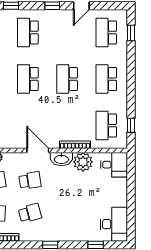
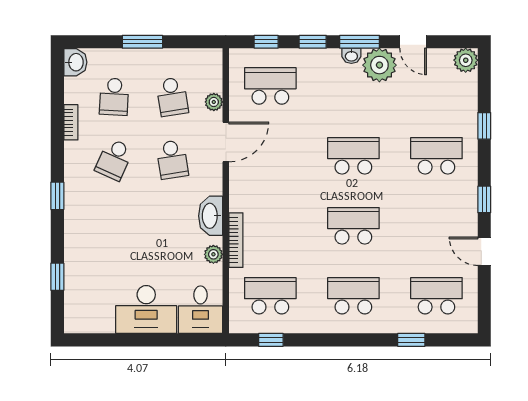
window: (131, 33) -> (411, 340), moved
door: (38, 151) -> (226, 142), moved
plant: (83, 162) -> (213, 254), width x0.53, depth x0.53
school desk: (30, 213) -> (114, 159), turned 39
desk: (114, 224) -> (146, 309), moved

